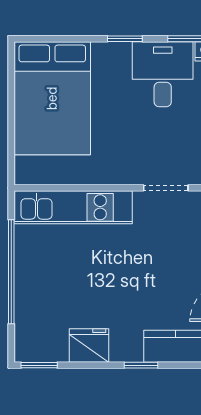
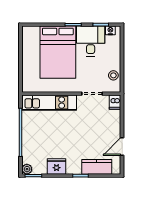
bed: (52, 98) -> (58, 52), moved
plant: (25, 351) -> (27, 169), added

